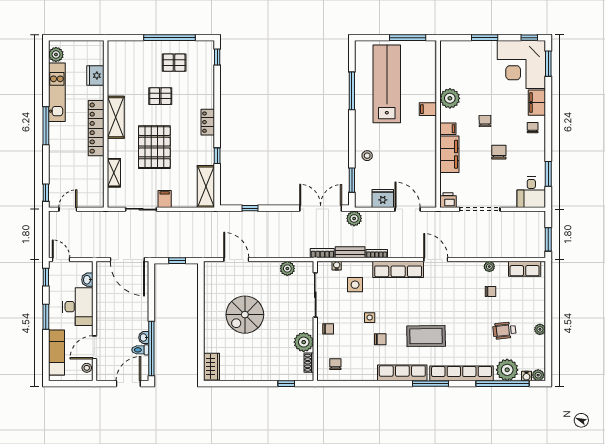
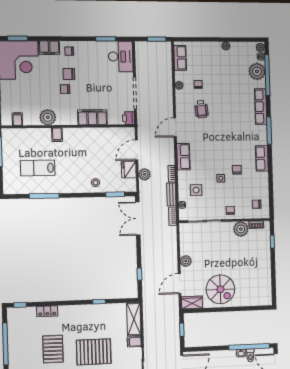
pallet: (174, 63) -> (26, 339), removed
lab bench: (387, 84) -> (38, 168), width x0.54, depth x0.72
pallet: (160, 96) -> (53, 349), width x1.50, depth x1.42
locker: (208, 122) -> (47, 311), moved
filing cabinet: (448, 129) -> (17, 119), moved
chair: (499, 152) -> (69, 74), moved
shelving: (206, 187) -> (134, 319), moved, turned 90
desk: (531, 192) -> (121, 57), width x1.37
plant: (354, 218) -> (145, 174), moved
plant: (287, 268) -> (186, 261), moved
row of seats: (398, 269) -> (183, 157), width x0.68
spiral stairs: (245, 315) -> (220, 289), moved
wheelchair: (504, 331) -> (201, 109), moved
coffee table: (426, 336) -> (234, 134), removed
wardrobe: (212, 367) -> (192, 302), moved
row of seats: (402, 373) -> (262, 158), width x0.68
row of seats: (462, 373) -> (261, 107), width x0.73

